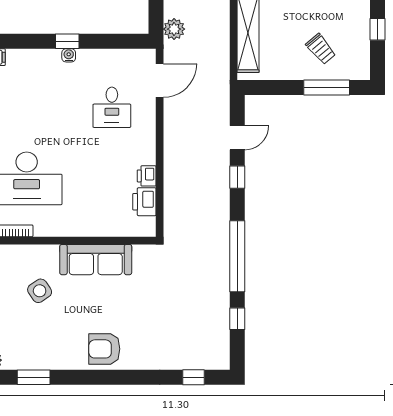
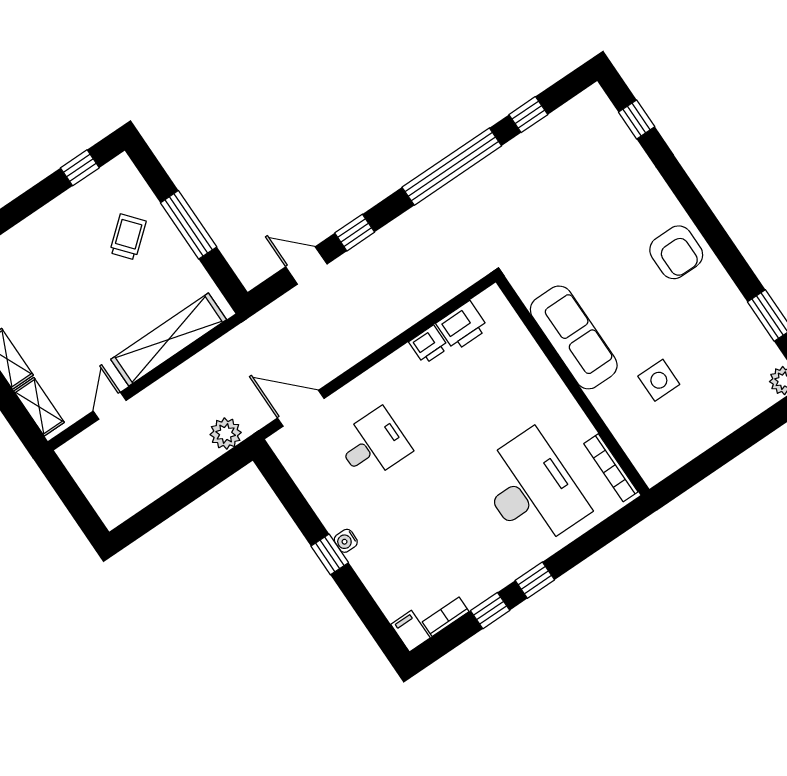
window: (377, 29) -> (80, 168), moved
window: (327, 87) -> (189, 225), moved
side table: (40, 291) -> (659, 380), turned 34

